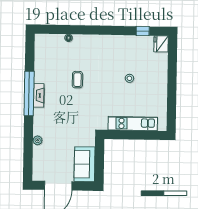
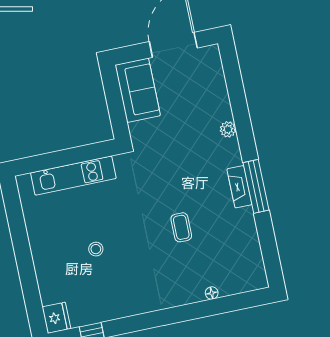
window: (29, 93) -> (256, 186), width x0.68
plant: (38, 140) -> (228, 129), moved

